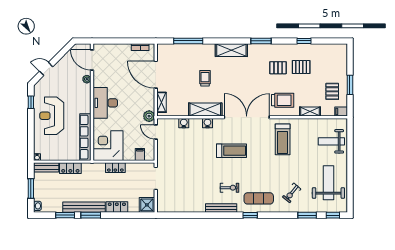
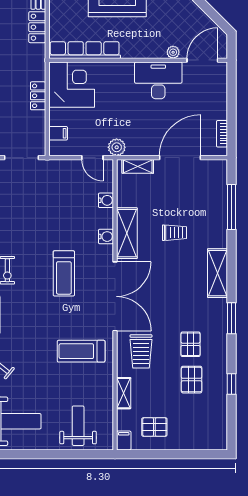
window: (350, 85) -> (164, 454), removed
desk: (105, 103) -> (158, 80), moved
door: (156, 132) -> (92, 158), swing flipped

